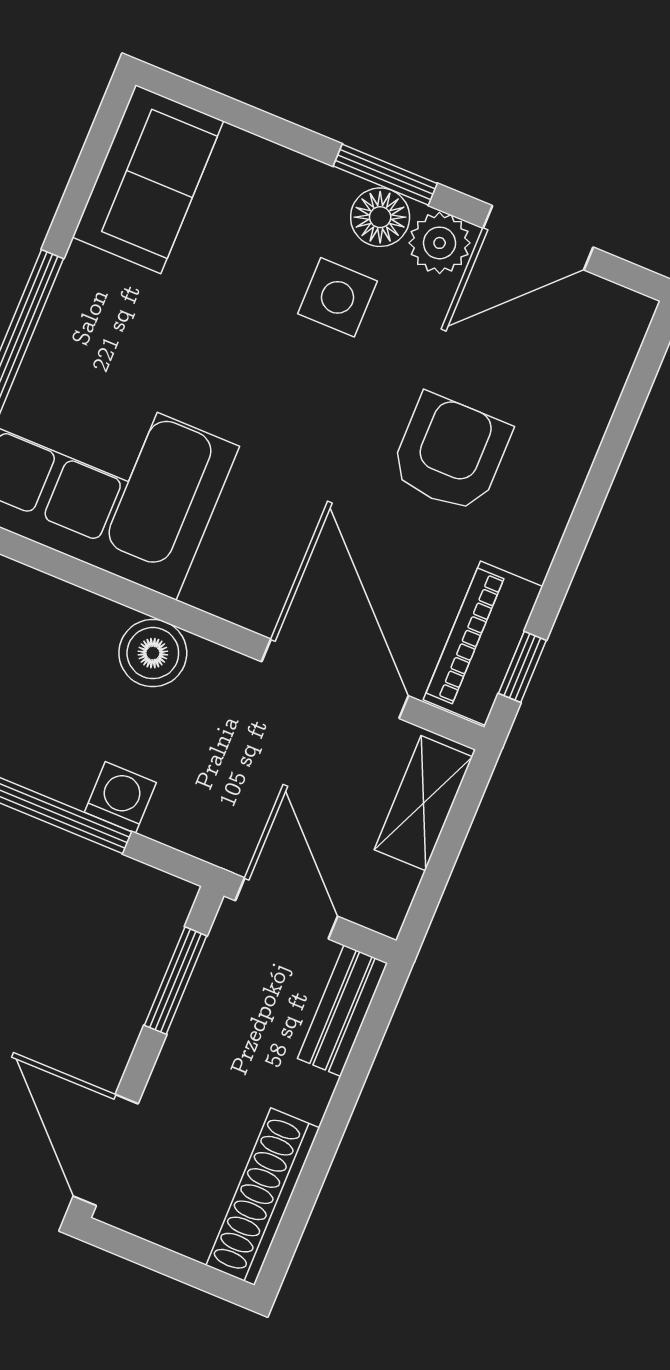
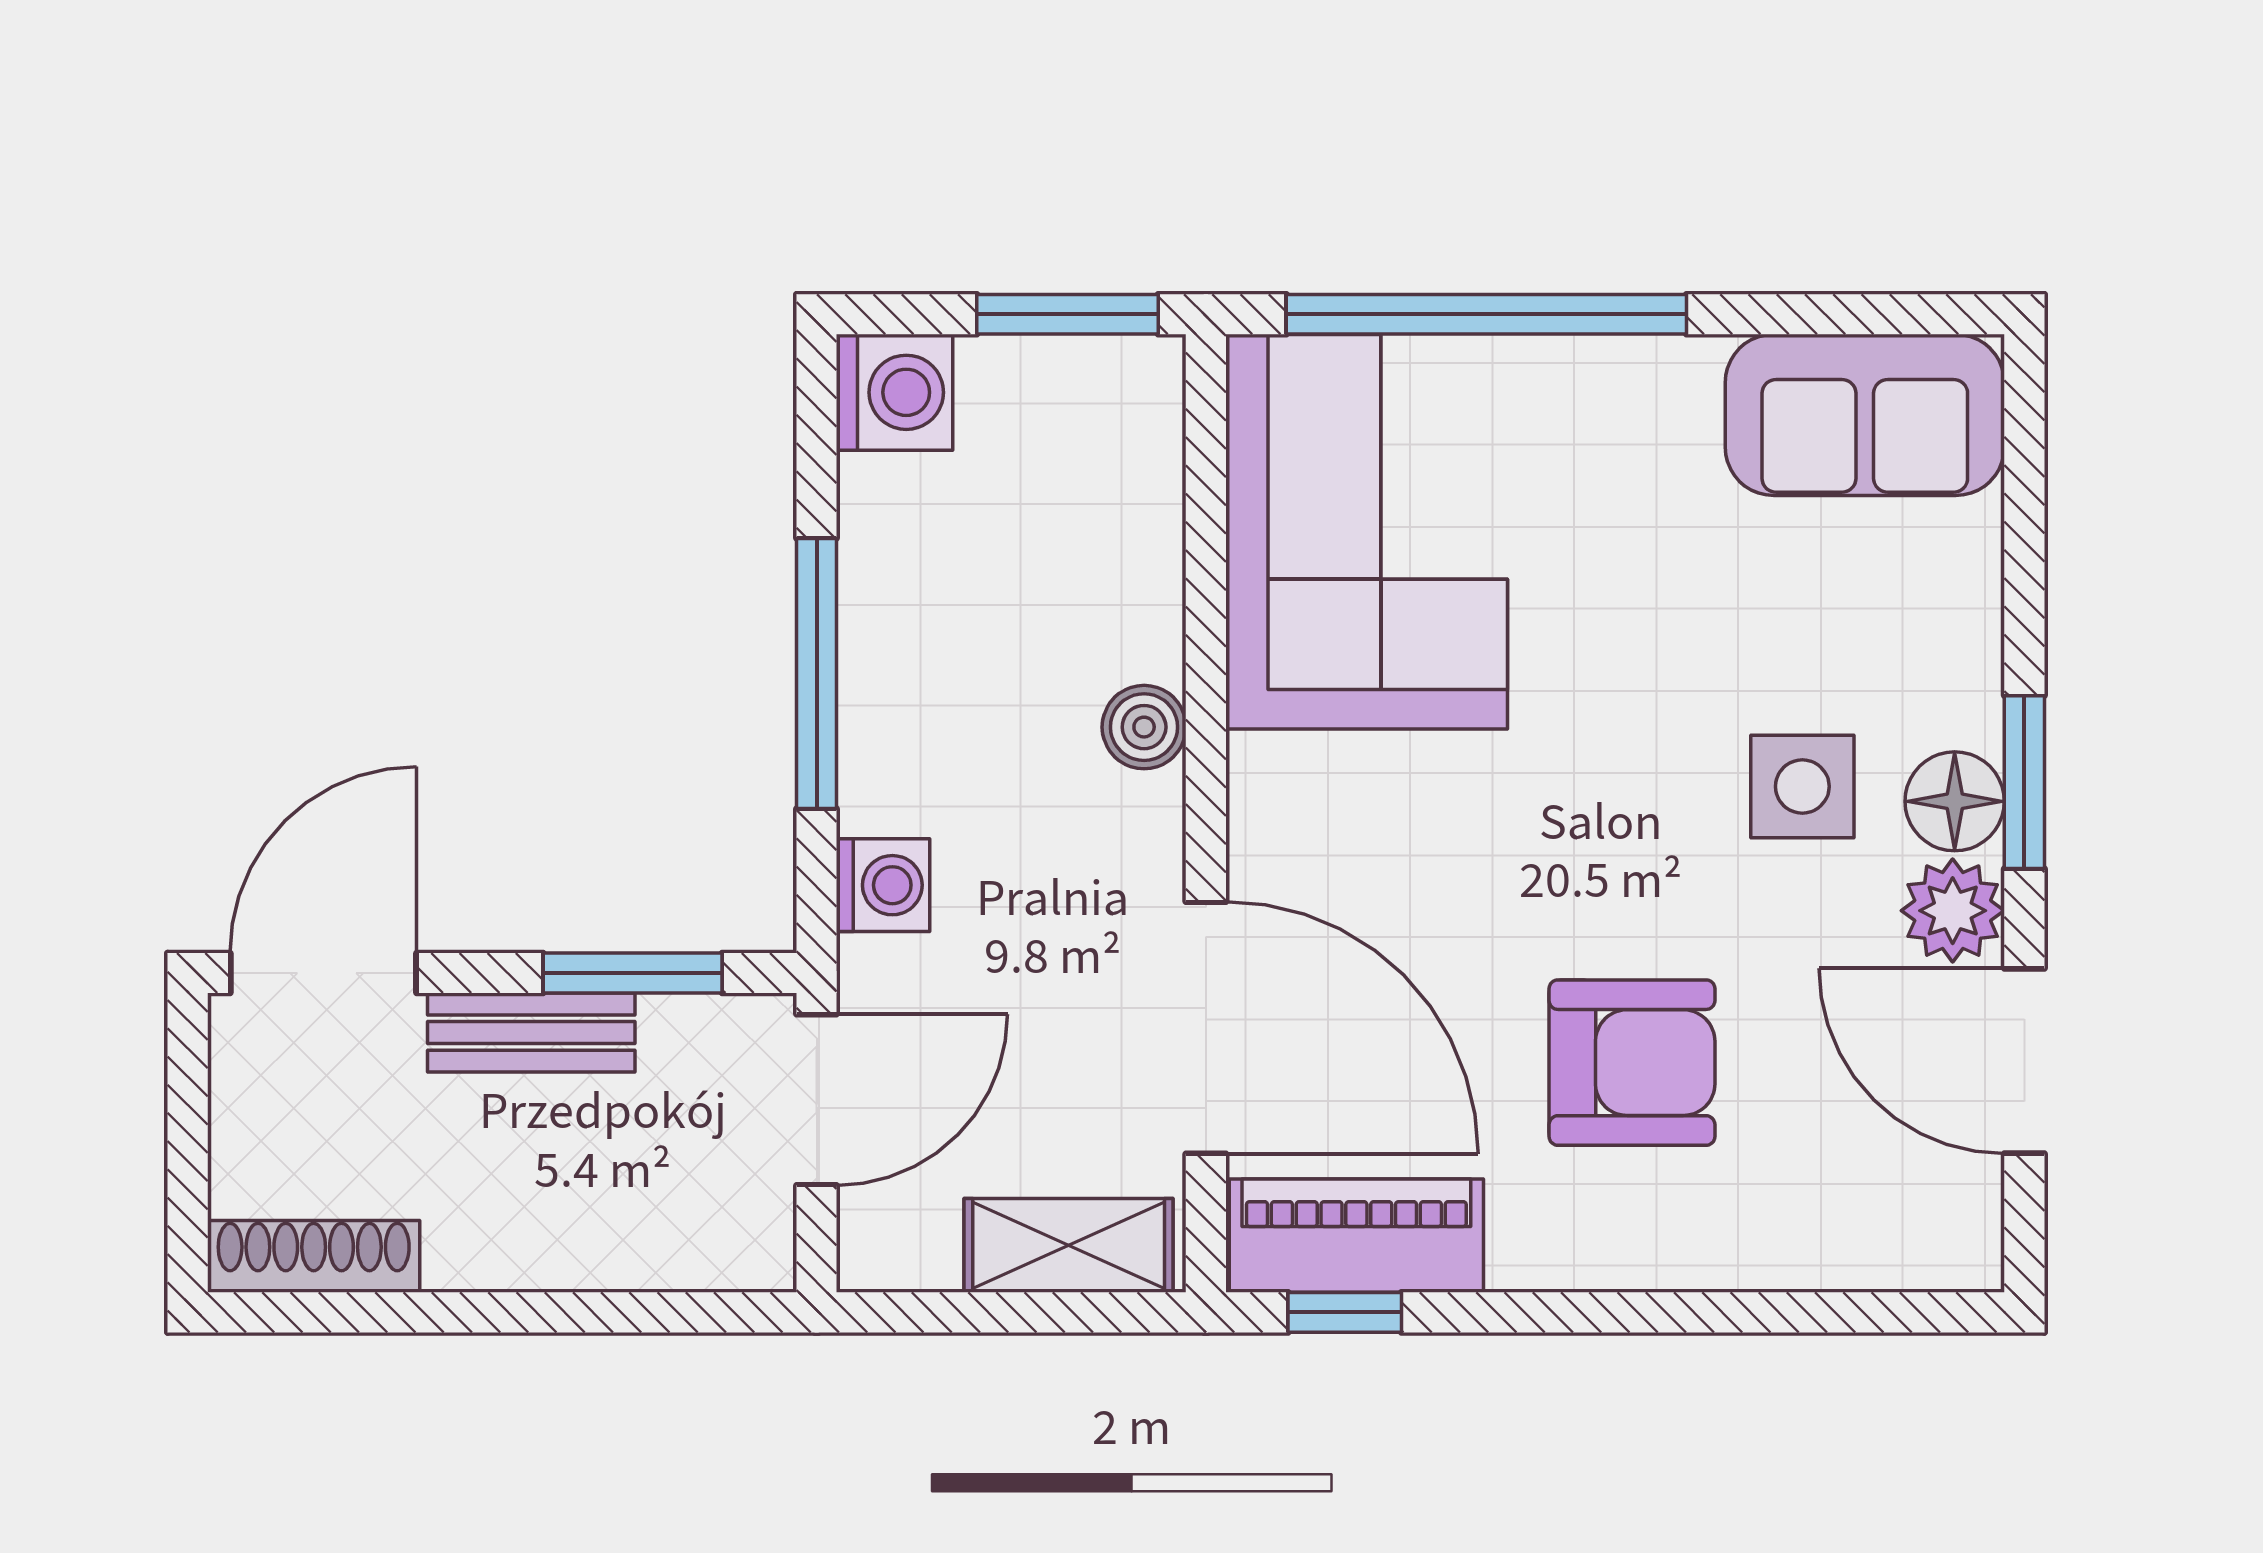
boiler: (153, 653) -> (1144, 727), width x0.73, depth x0.73
door: (335, 679) -> (1206, 1028), hinge flipped
washing machine: (120, 797) -> (883, 885), moved
bench: (343, 1011) -> (531, 1033), moved
shoe rack: (263, 1197) -> (314, 1256), width x0.74, depth x0.81

